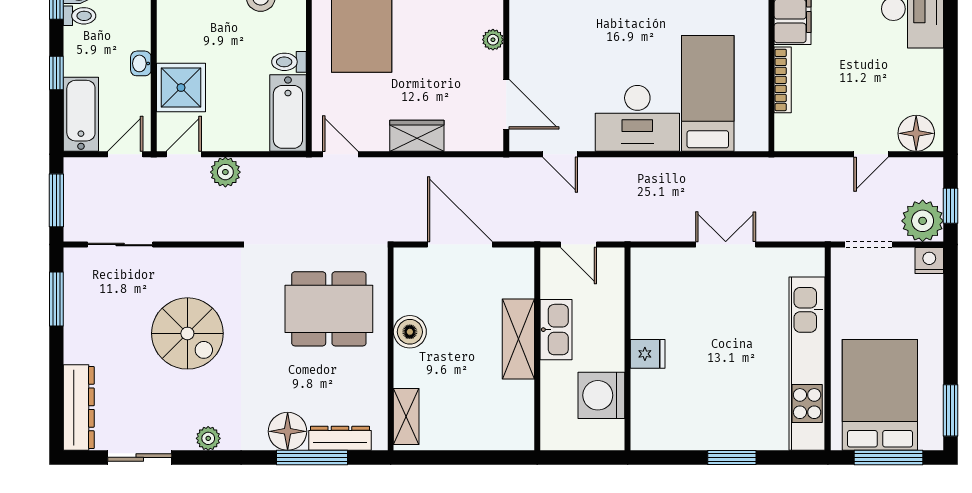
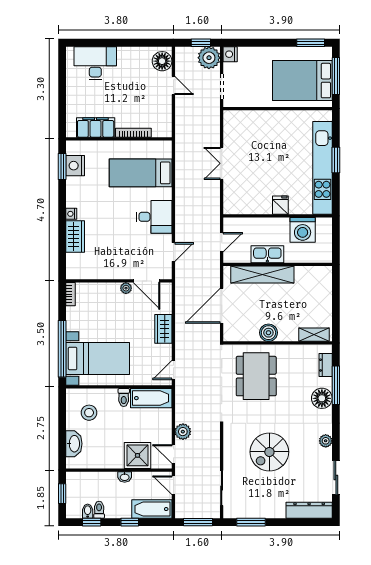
plant: (493, 40) -> (126, 288), moved
door: (506, 104) -> (147, 281), swing flipped
desk: (637, 118) -> (154, 217), width x0.73
spiral stairs: (187, 333) -> (269, 452), turned 180
shelving: (518, 339) -> (262, 274), width x1.47
kitchen unit: (807, 364) -> (322, 168), moved, turned 90
dresser: (340, 438) -> (326, 365), width x0.70

